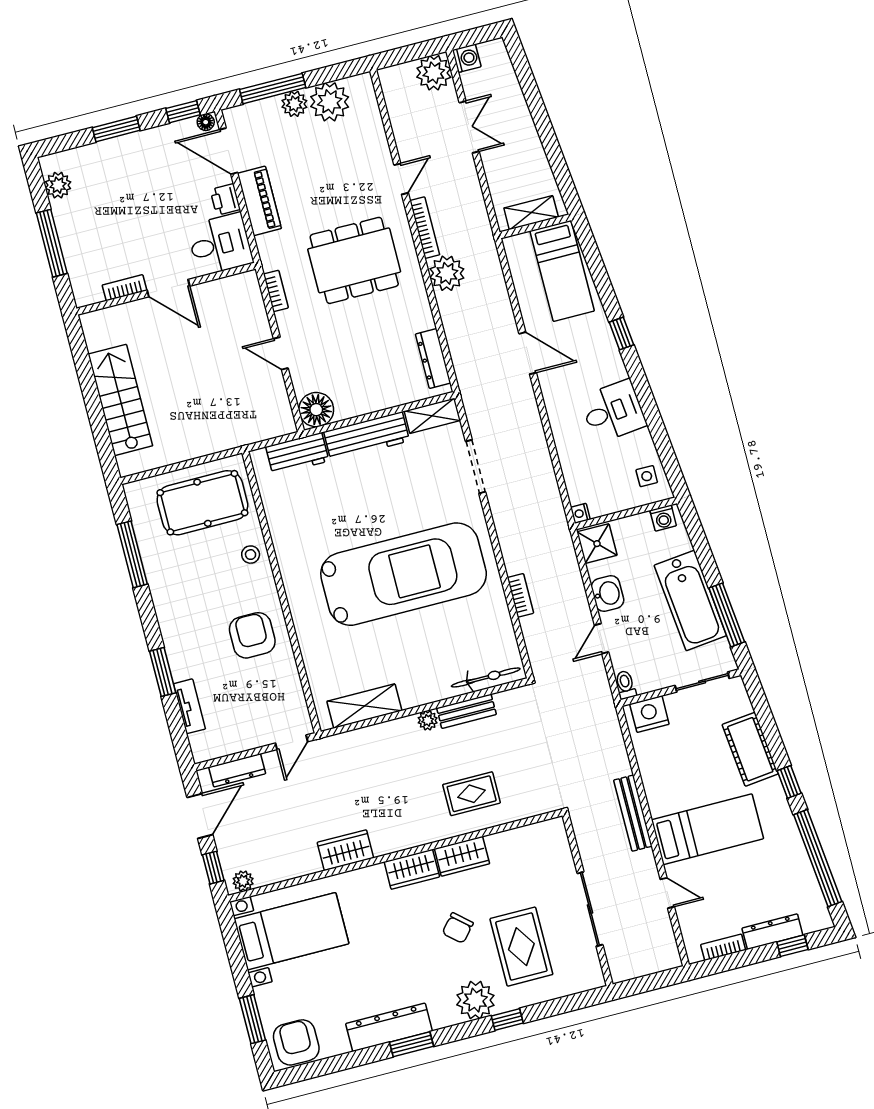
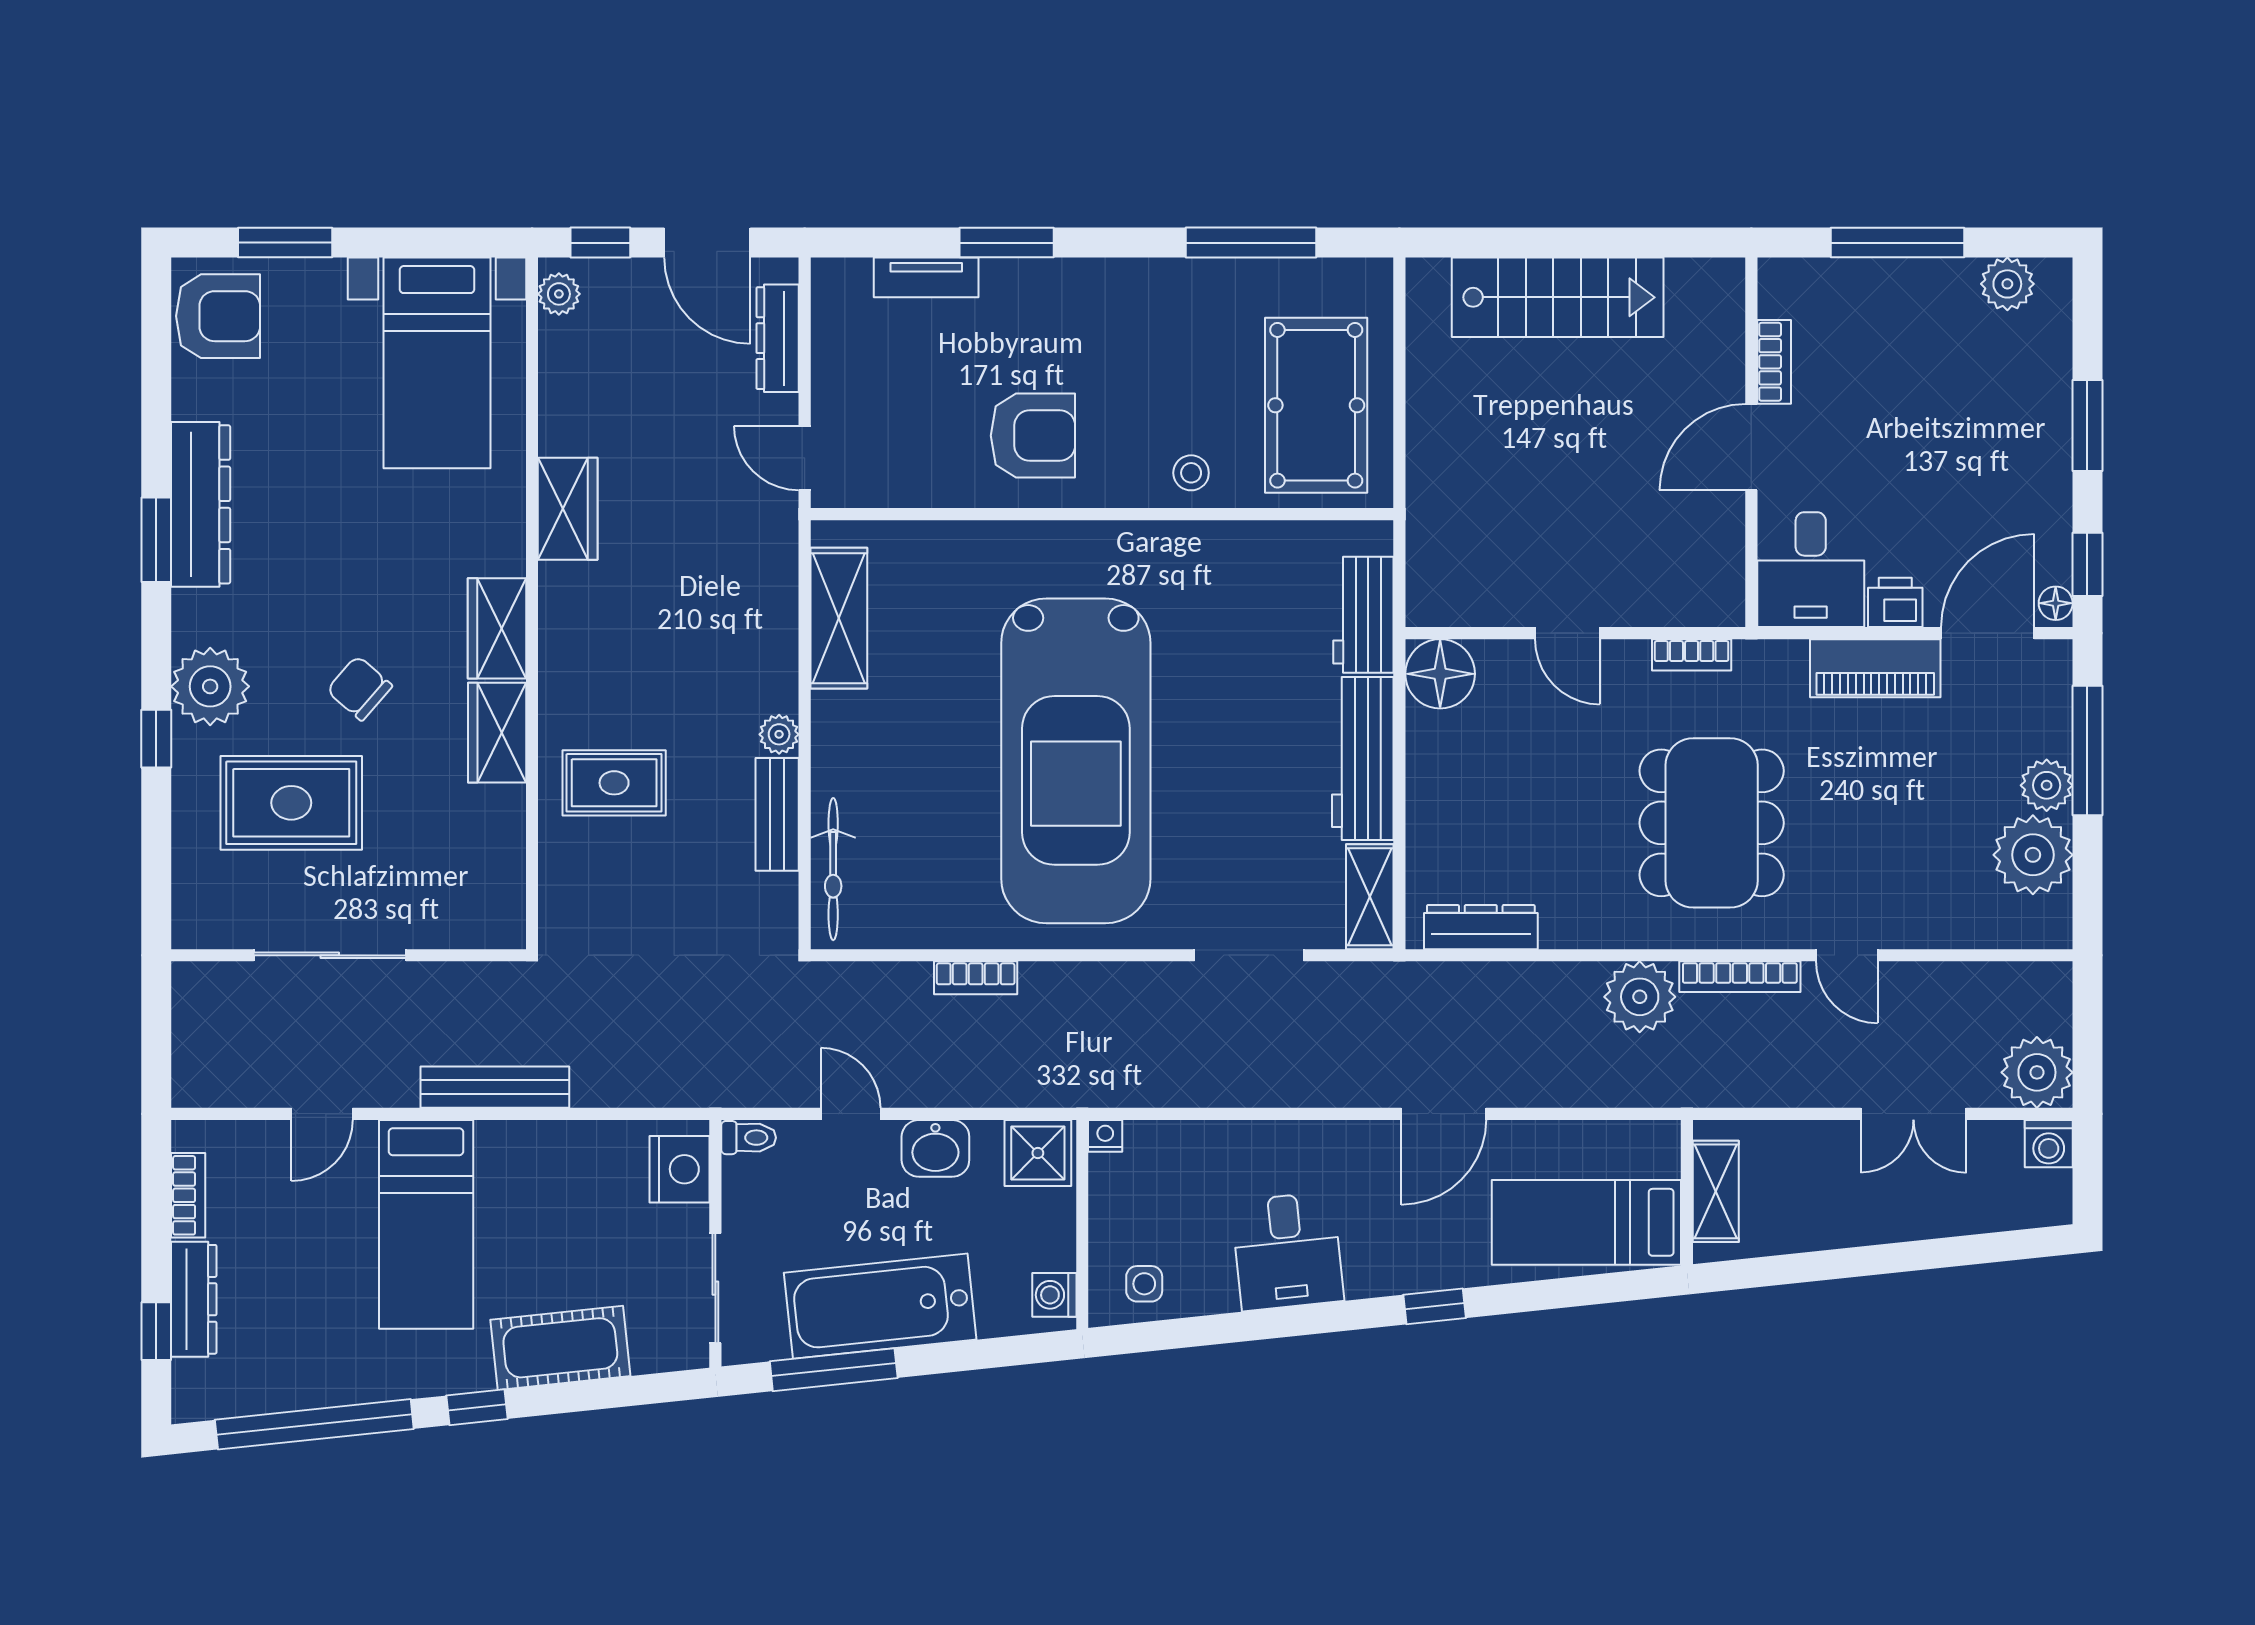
door: (281, 353) -> (1567, 633), swing flipped
rug: (472, 794) -> (614, 783), turned 90

